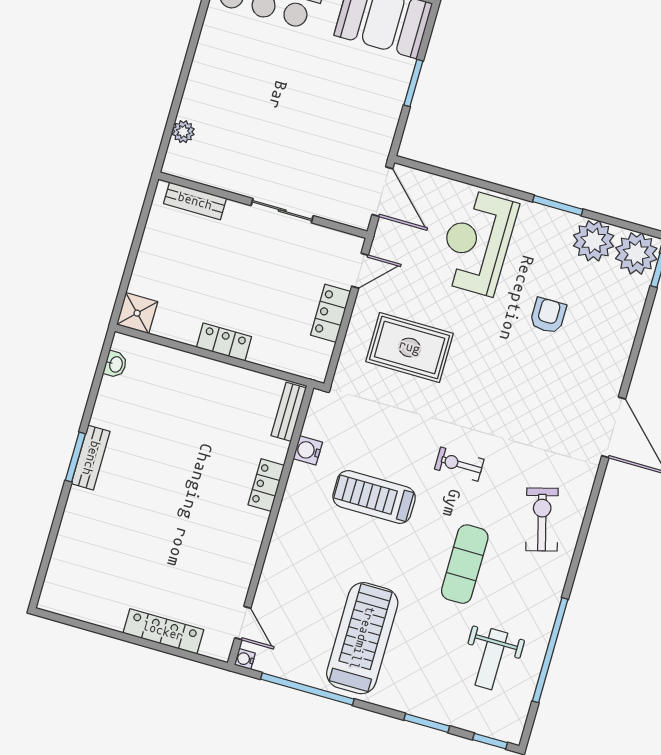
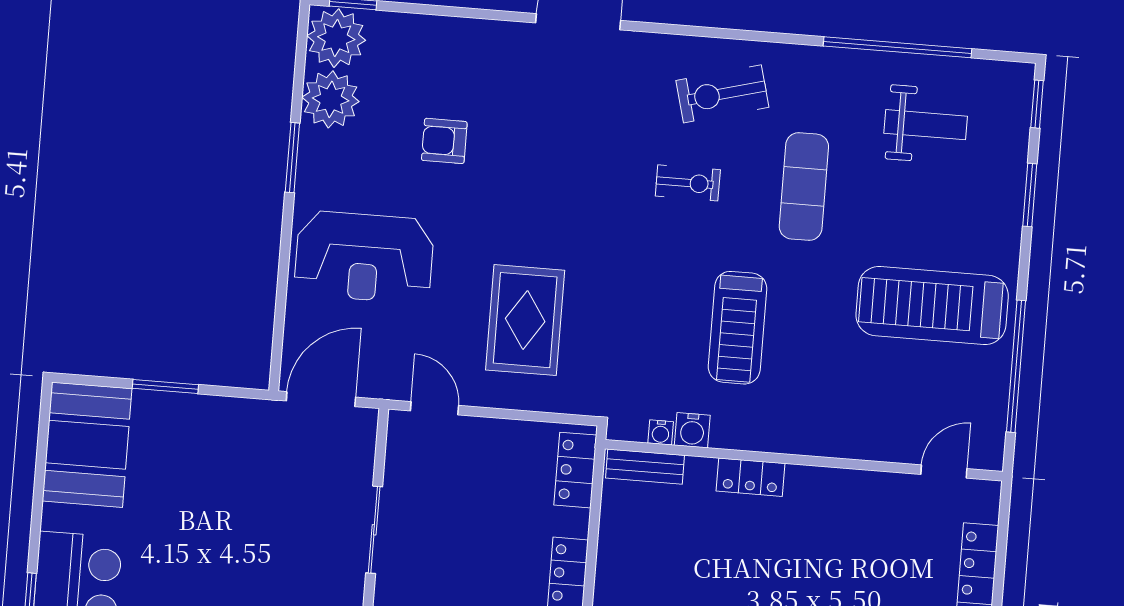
locker: (330, 313) -> (575, 470), moved, turned 90
exercise bike: (459, 464) -> (688, 183), moved, turned -90
exercise mat: (465, 564) -> (804, 187), turned 90
water cooler: (245, 659) -> (661, 432), moved

